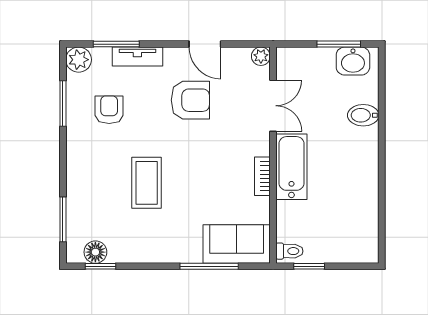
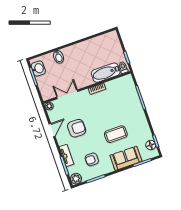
armchair: (190, 100) -> (77, 128), turned 90
bathtub: (291, 167) -> (106, 73), moved
sofa: (237, 244) -> (126, 158), moved, turned 90

